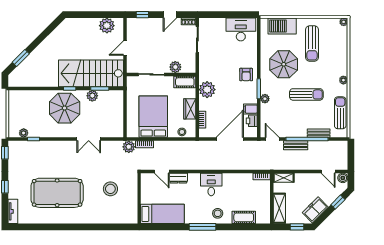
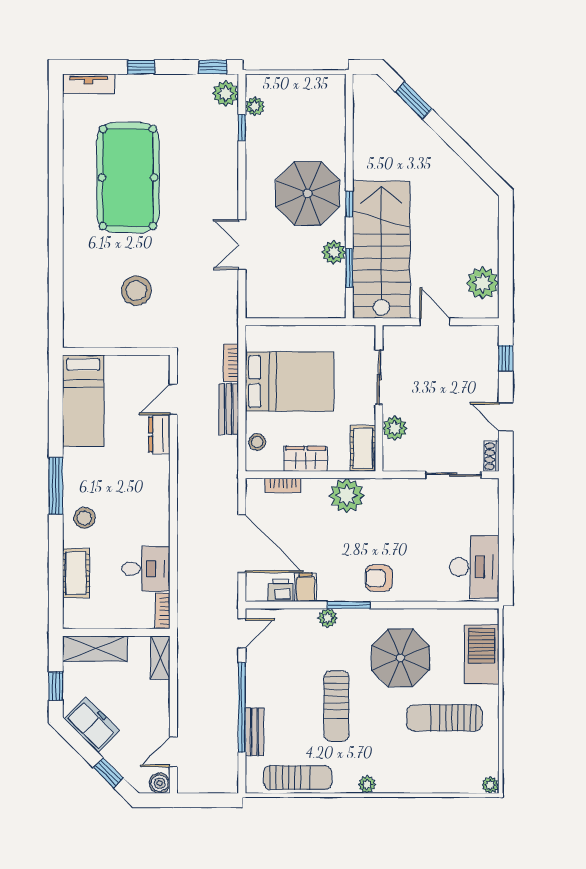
bench: (296, 145) -> (229, 409), moved
plant: (129, 147) -> (226, 93), moved
desk: (211, 184) -> (146, 569), moved

